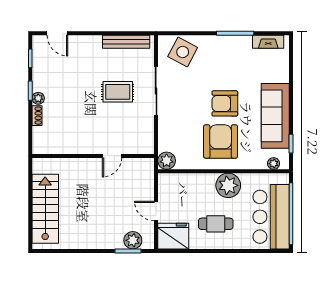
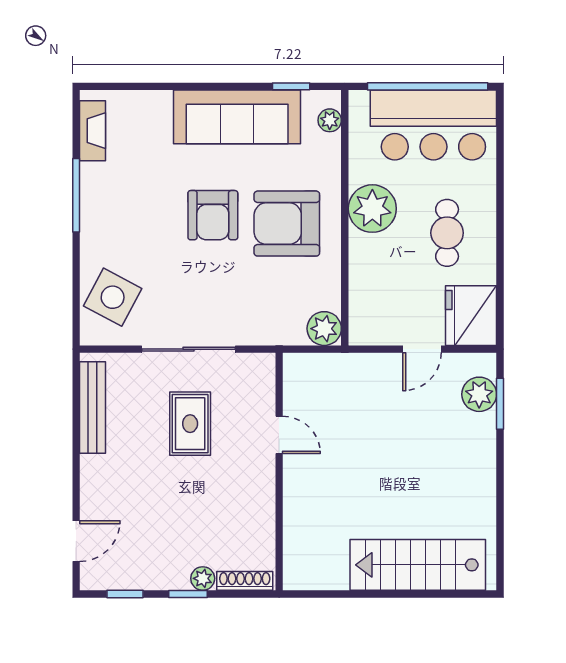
shoe rack: (37, 116) -> (245, 581), width x1.43
wall: (93, 156) -> (279, 472), moved
door: (112, 156) -> (279, 435), moved

